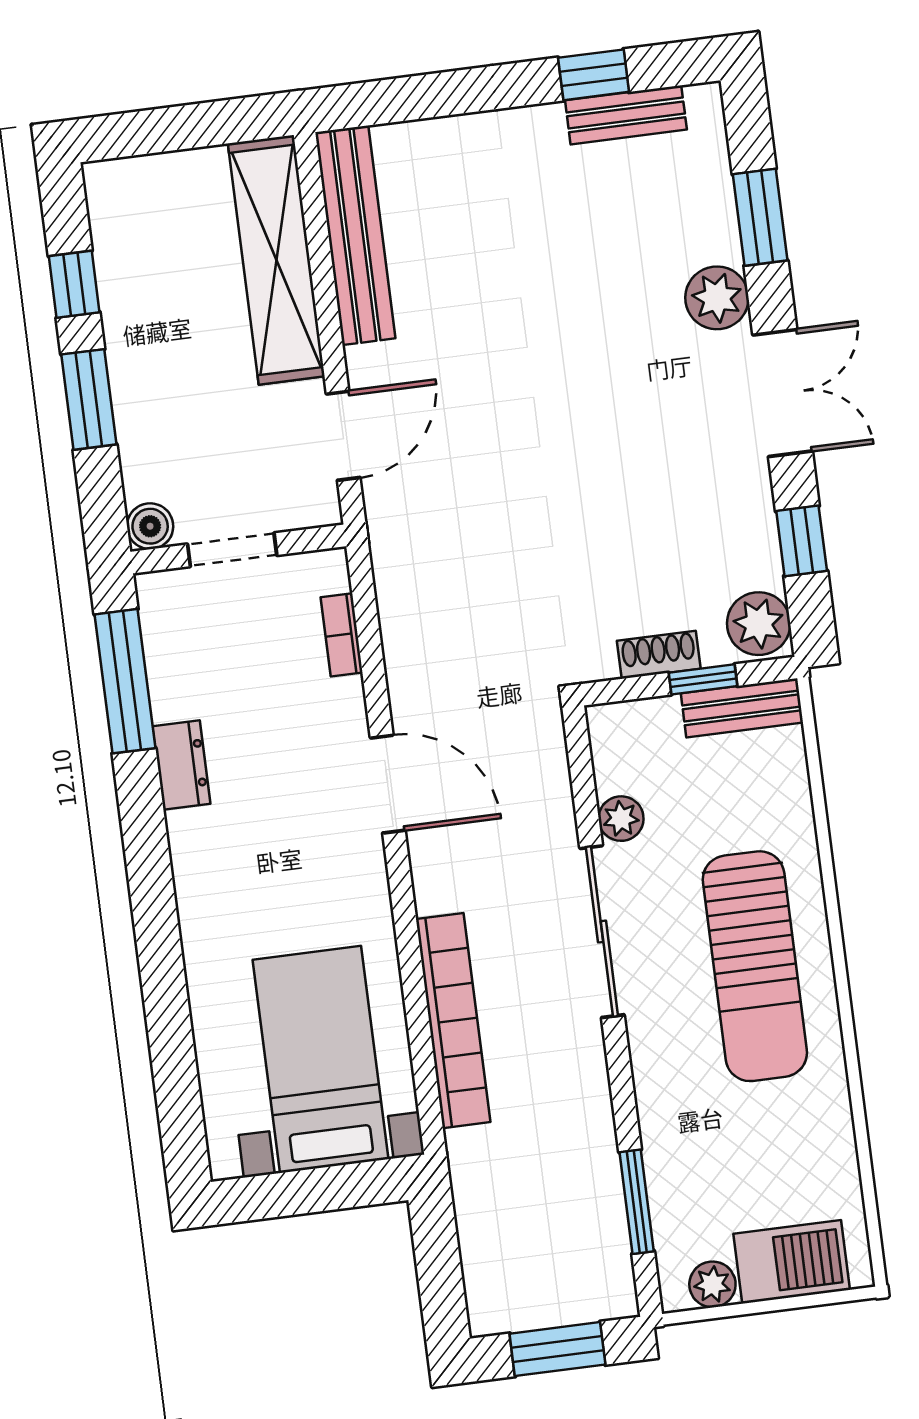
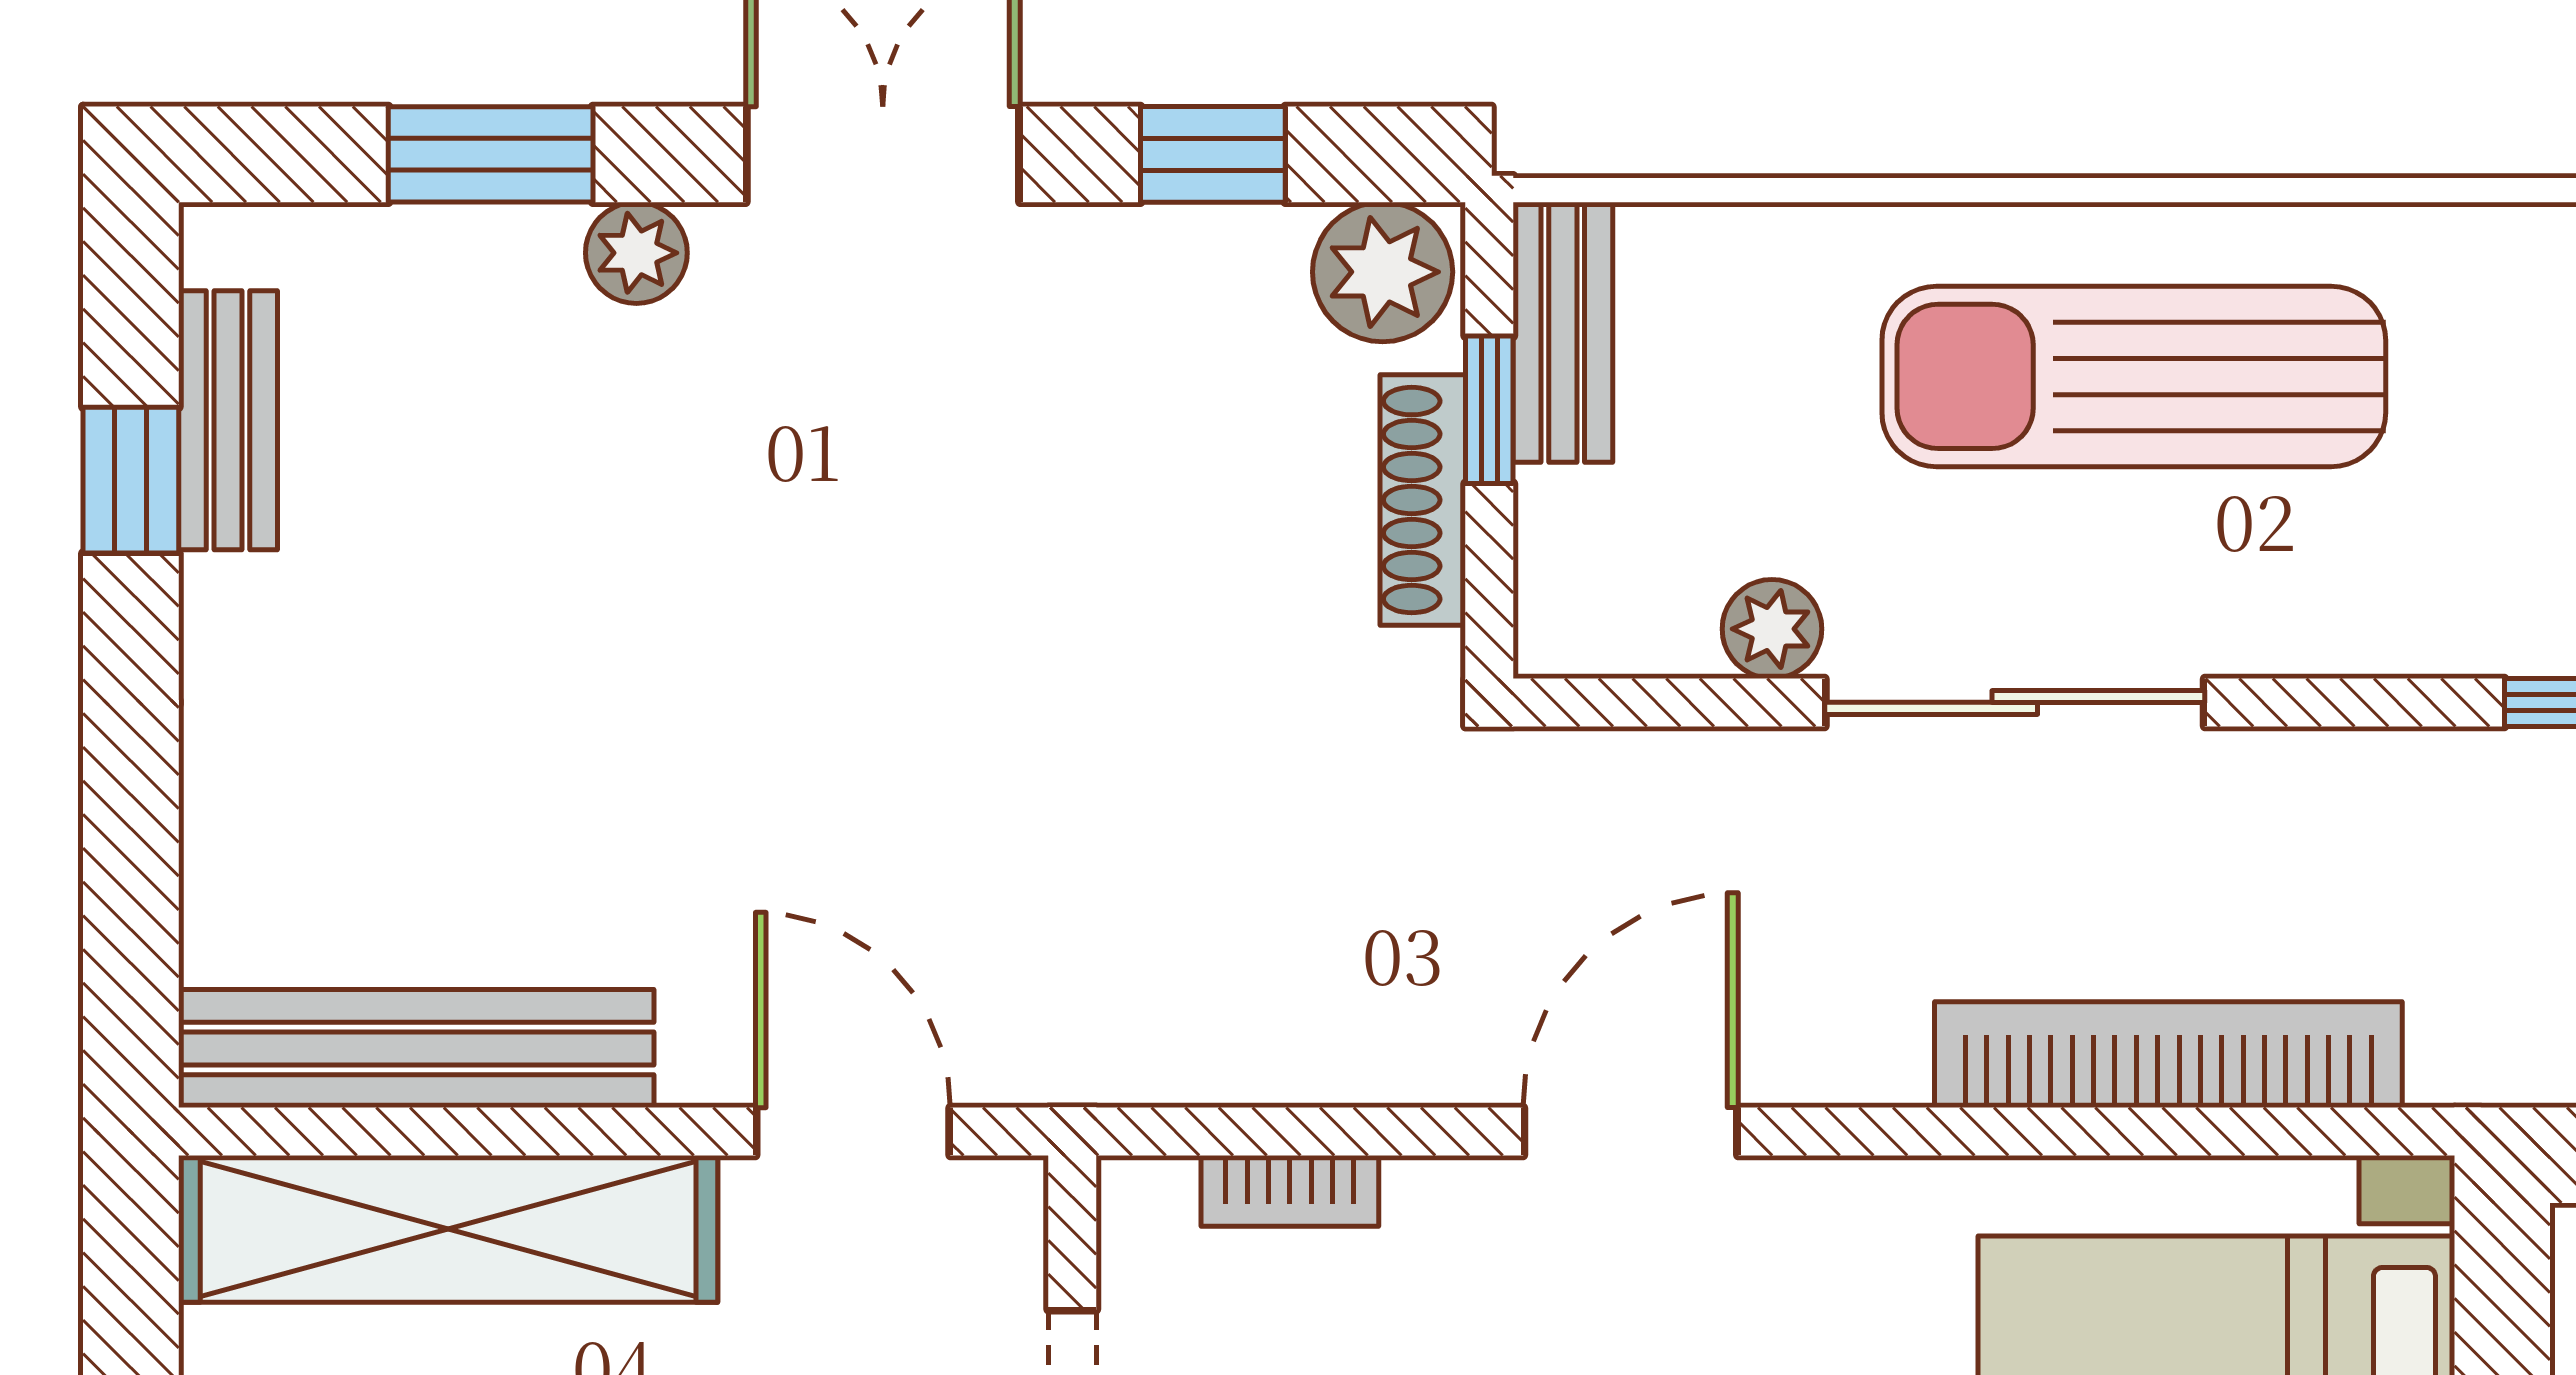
plant: (717, 298) -> (636, 253), width x0.73, depth x0.73
shoe rack: (659, 655) -> (1423, 500), width x1.43
sun lounger: (755, 966) -> (2134, 376), turned 180

